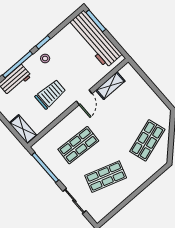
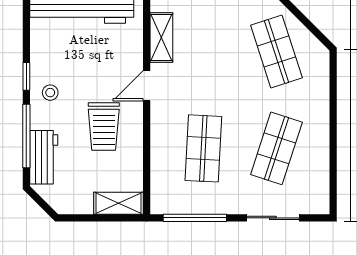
trolley: (51, 94) -> (104, 126), turned 180
door: (84, 97) -> (147, 86), swing flipped

